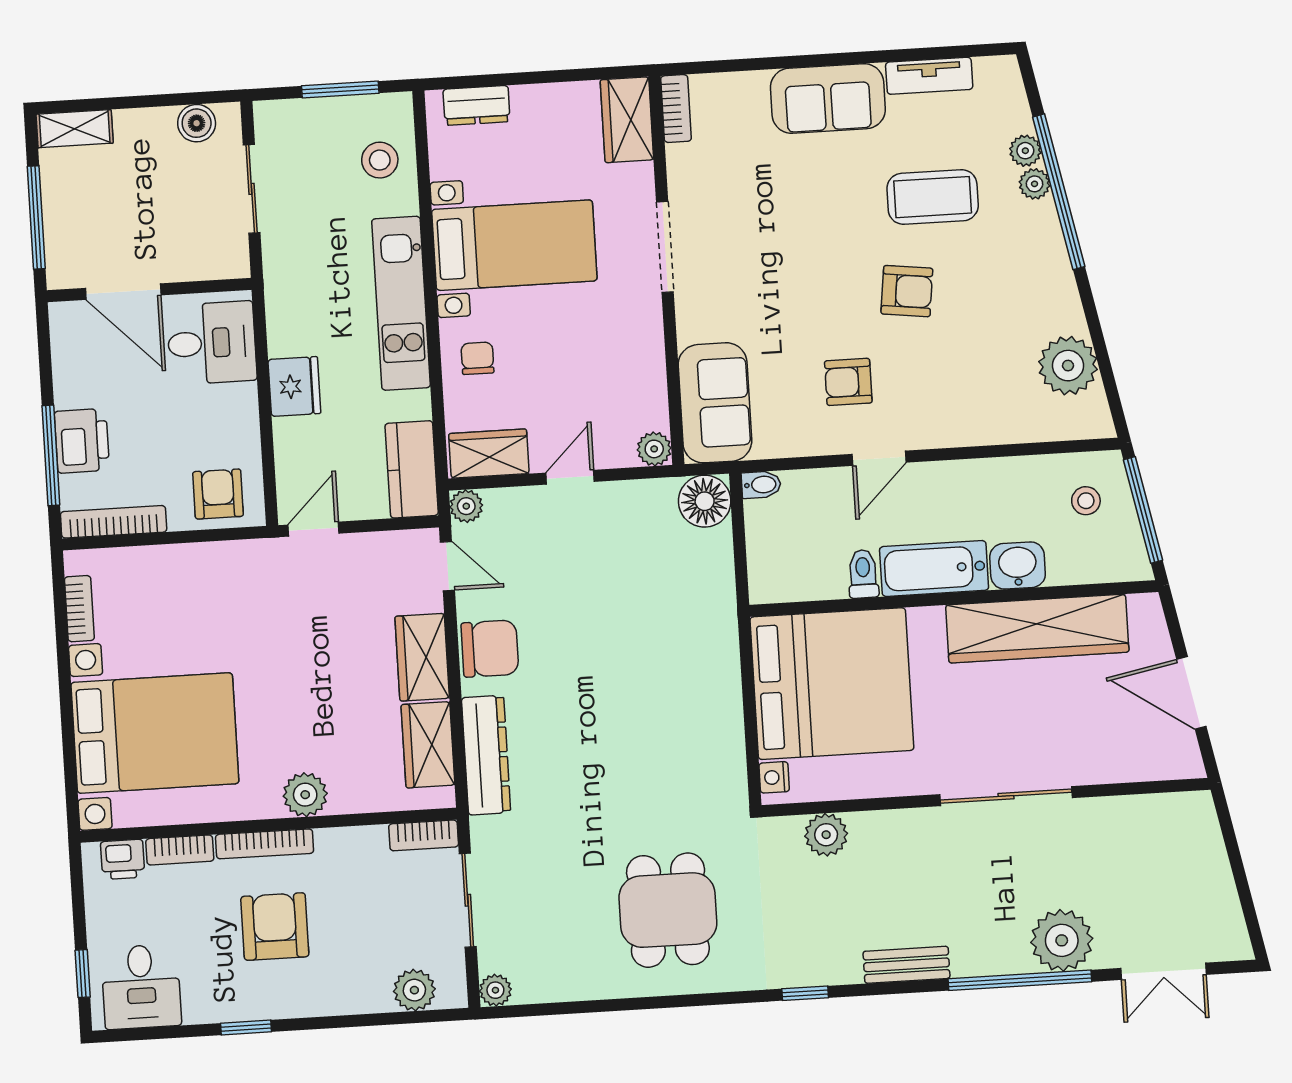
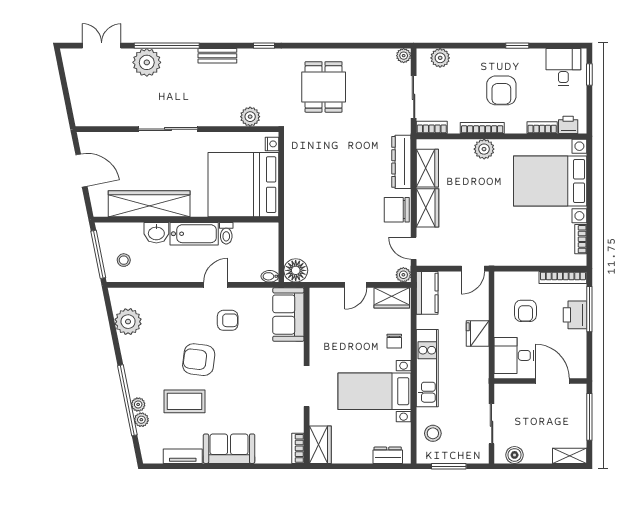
armchair: (907, 291) -> (199, 360), width x1.38, depth x1.38
plant: (654, 449) -> (317, 295), removed
armchair: (218, 494) -> (526, 311), moved
bookcase: (265, 844) -> (482, 128), moved

